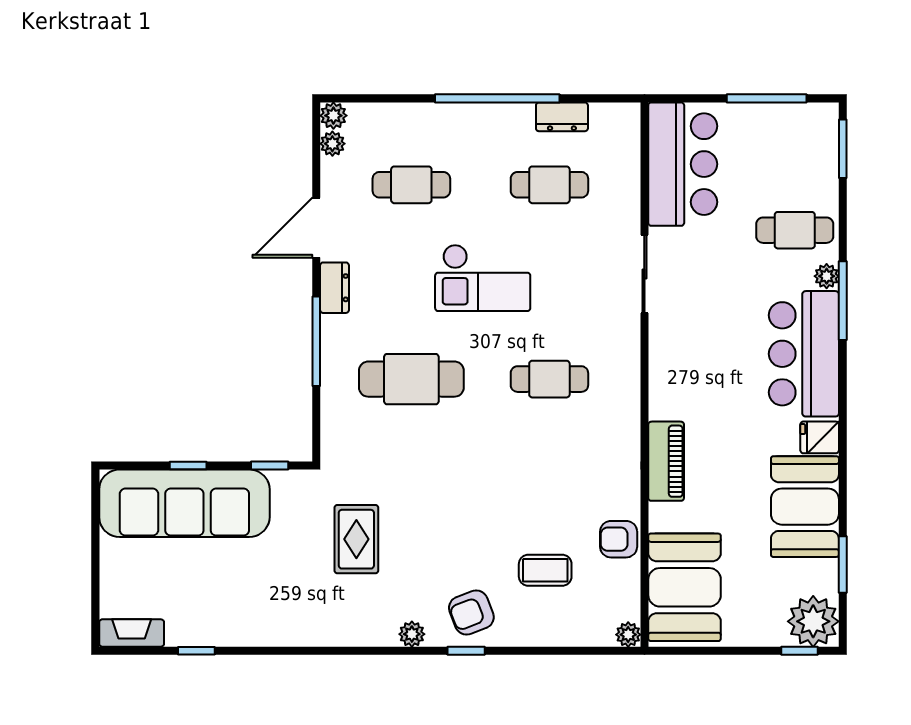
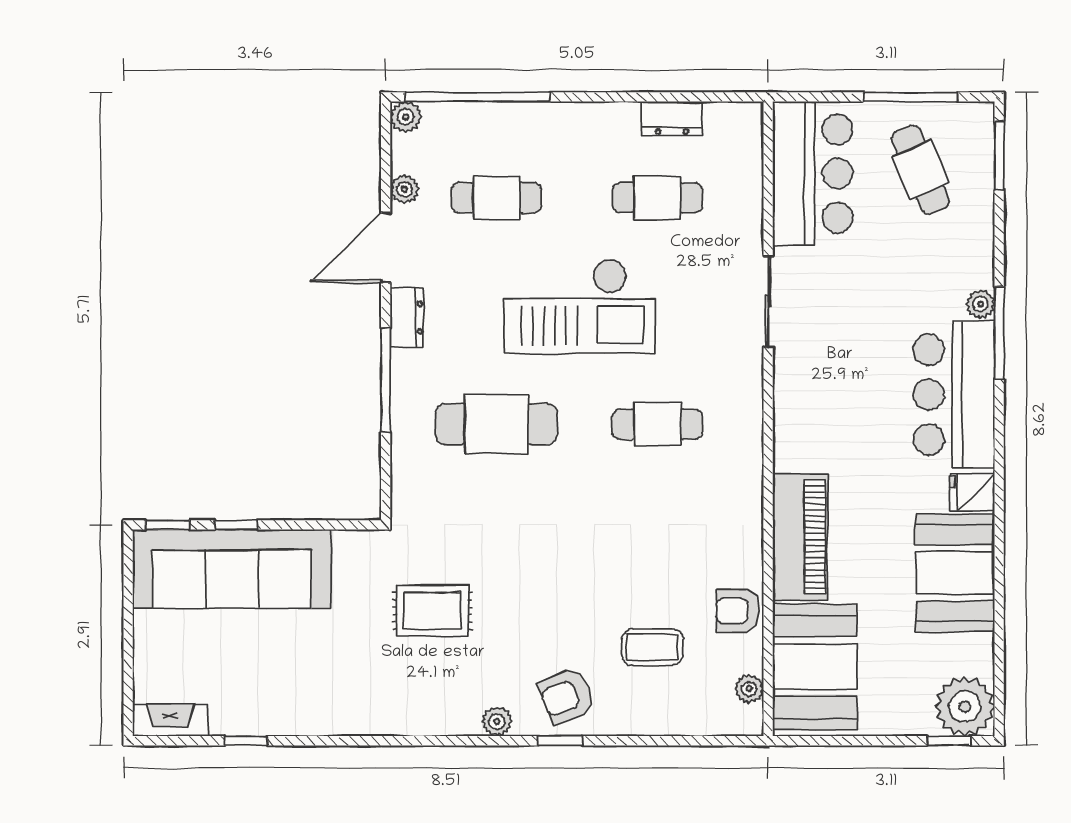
window: (497, 98) -> (477, 97), moved
plant: (332, 144) -> (404, 189), moved
cafe table: (795, 230) -> (921, 170), moved, turned 67
checkout: (483, 278) -> (580, 306), width x1.36, depth x1.21
piano: (666, 461) -> (800, 537), width x1.37, depth x1.33
window: (270, 466) -> (167, 525), moved
rug: (356, 539) -> (432, 611), turned 90
window: (843, 565) -> (999, 640), removed
plant: (628, 635) -> (749, 689), moved

